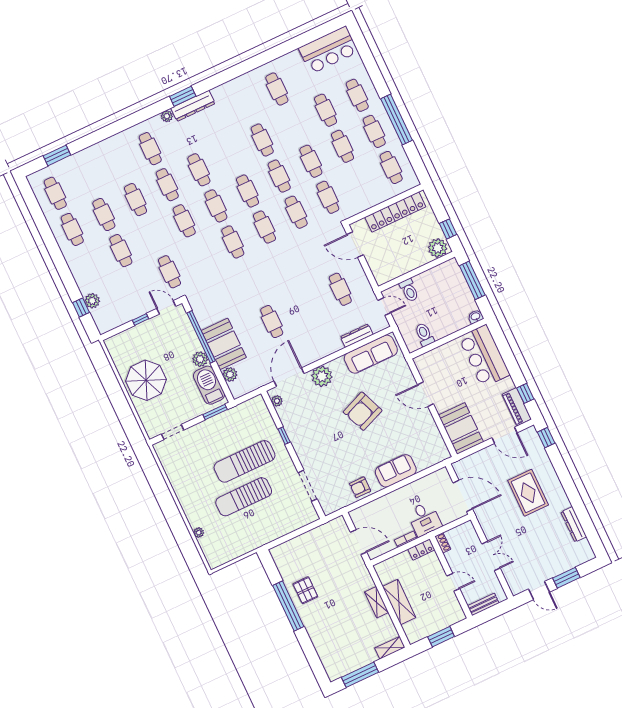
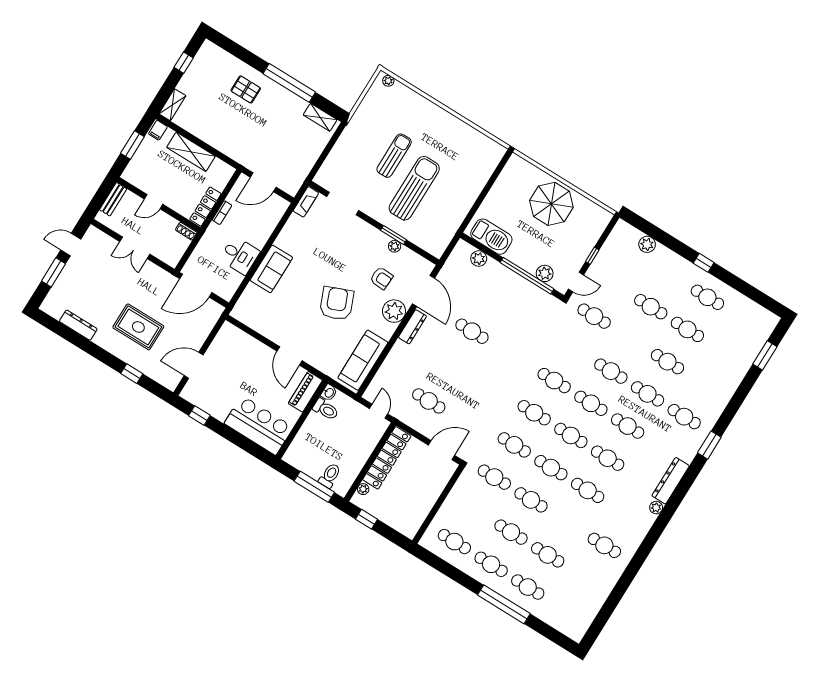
bar counter: (328, 50) -> (581, 611), removed
window: (183, 96) -> (709, 445), moved
plant: (167, 116) -> (656, 508), moved
window: (396, 120) -> (504, 604), moved
cafe table: (55, 193) -> (608, 458), moved
locker: (395, 212) -> (387, 458), moved, turned 180
plant: (438, 248) -> (363, 489), width x0.53, depth x0.53
toilet: (409, 290) -> (330, 476), moved, turned 90
door: (384, 307) -> (379, 411), swing flipped
window: (81, 308) -> (704, 263), moved
washbasin: (476, 317) -> (329, 393), moved
dresser: (357, 336) -> (412, 327), moved
booth: (224, 344) -> (502, 283), removed
plant: (200, 359) -> (545, 273), moved
door: (426, 394) -> (289, 356), swing flipped
plant: (277, 401) -> (395, 246), moved
piano: (517, 407) -> (305, 392), moved, turned -90
window: (215, 412) -> (470, 216), removed
booth: (461, 428) -> (237, 346), removed
doorway: (173, 432) -> (497, 173), removed
window: (284, 436) -> (394, 235), width x1.50
window: (546, 438) -> (132, 374), moved
armchair: (360, 487) -> (381, 278), moved, turned 93
sun lounger: (244, 497) -> (394, 156), width x0.73, depth x0.75
fireplace: (335, 505) -> (306, 202), added
desk: (424, 519) -> (240, 255), moved, turned 180
plant: (199, 533) -> (388, 81), moved
locker: (421, 550) -> (205, 207), width x1.53
pallet: (305, 590) -> (246, 89), moved
shelving: (376, 602) -> (320, 117), moved
filing cabinet: (414, 635) -> (158, 130), added
window: (360, 675) -> (184, 63), width x0.46

